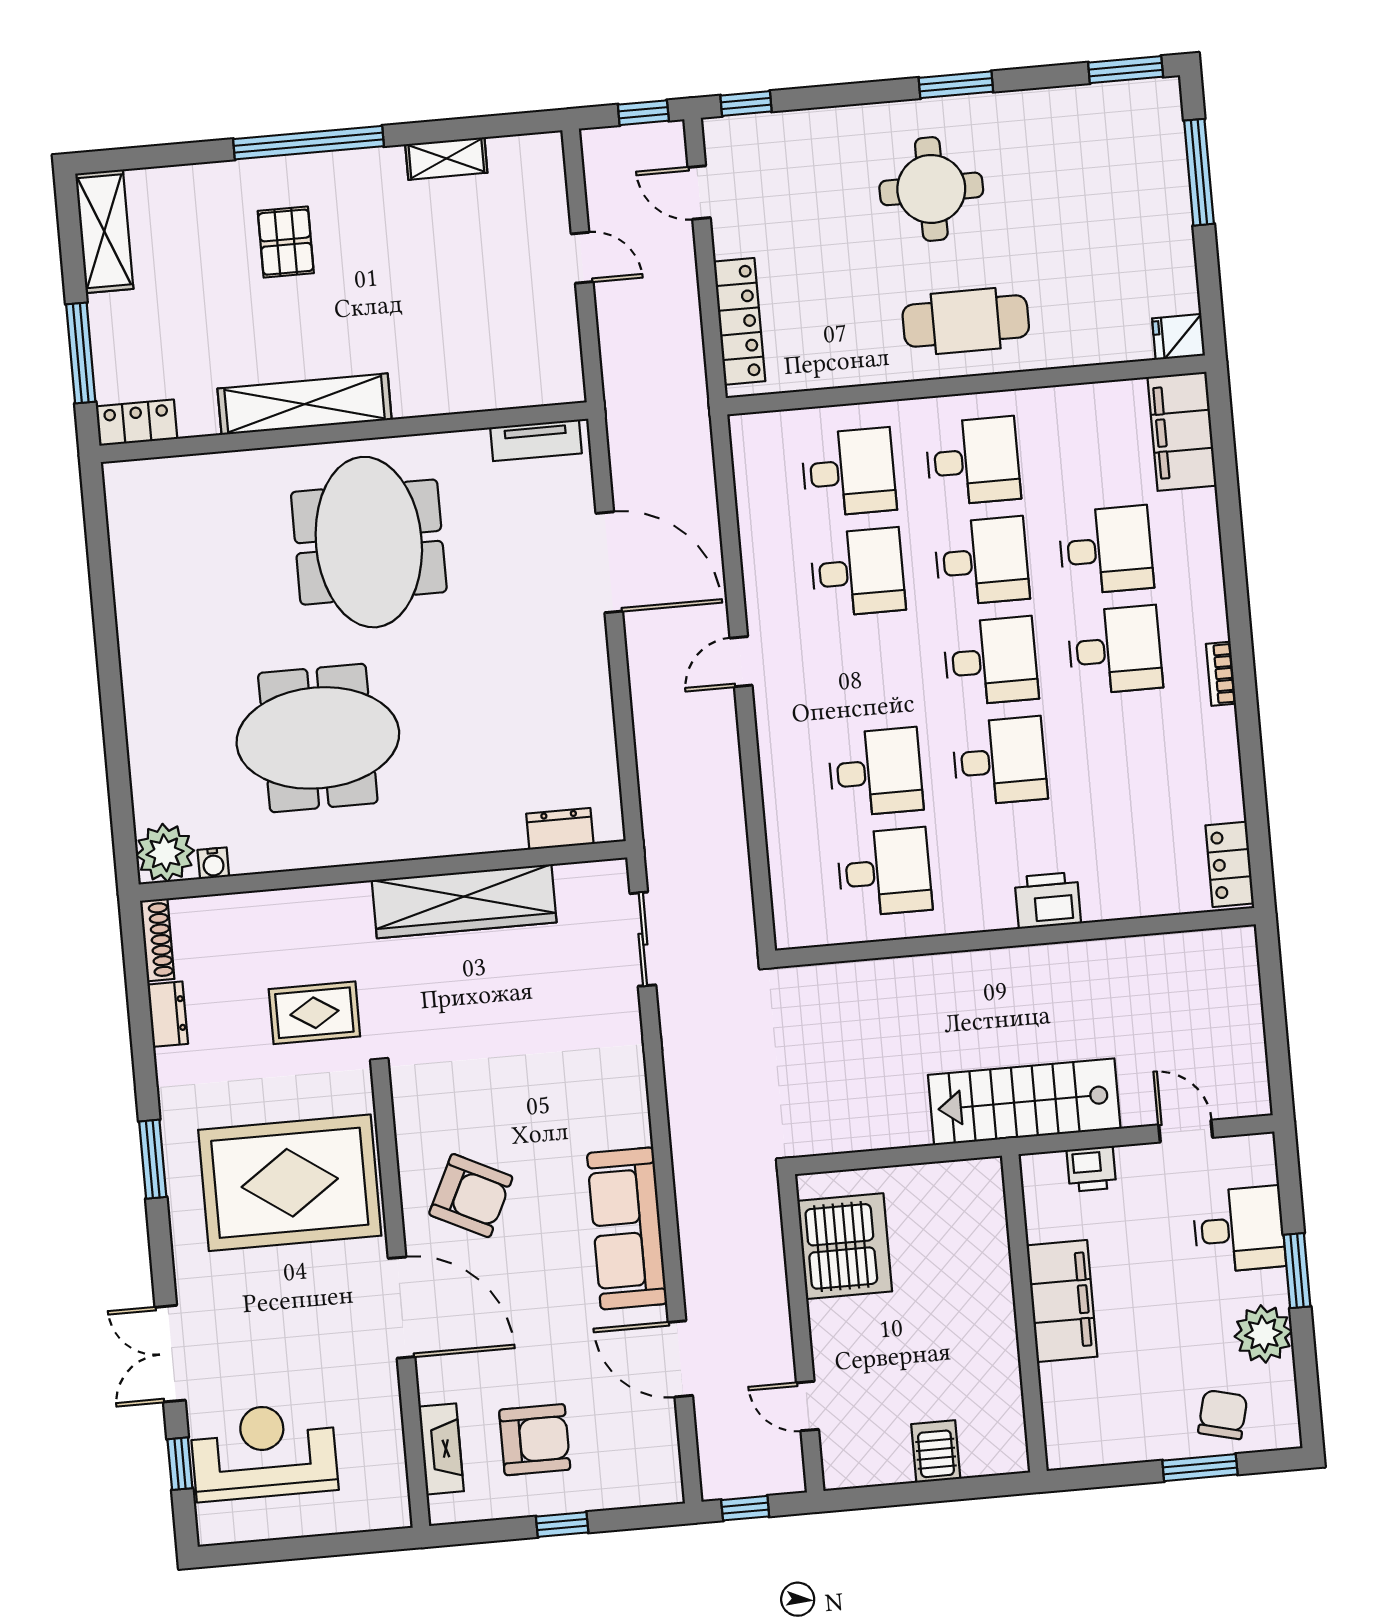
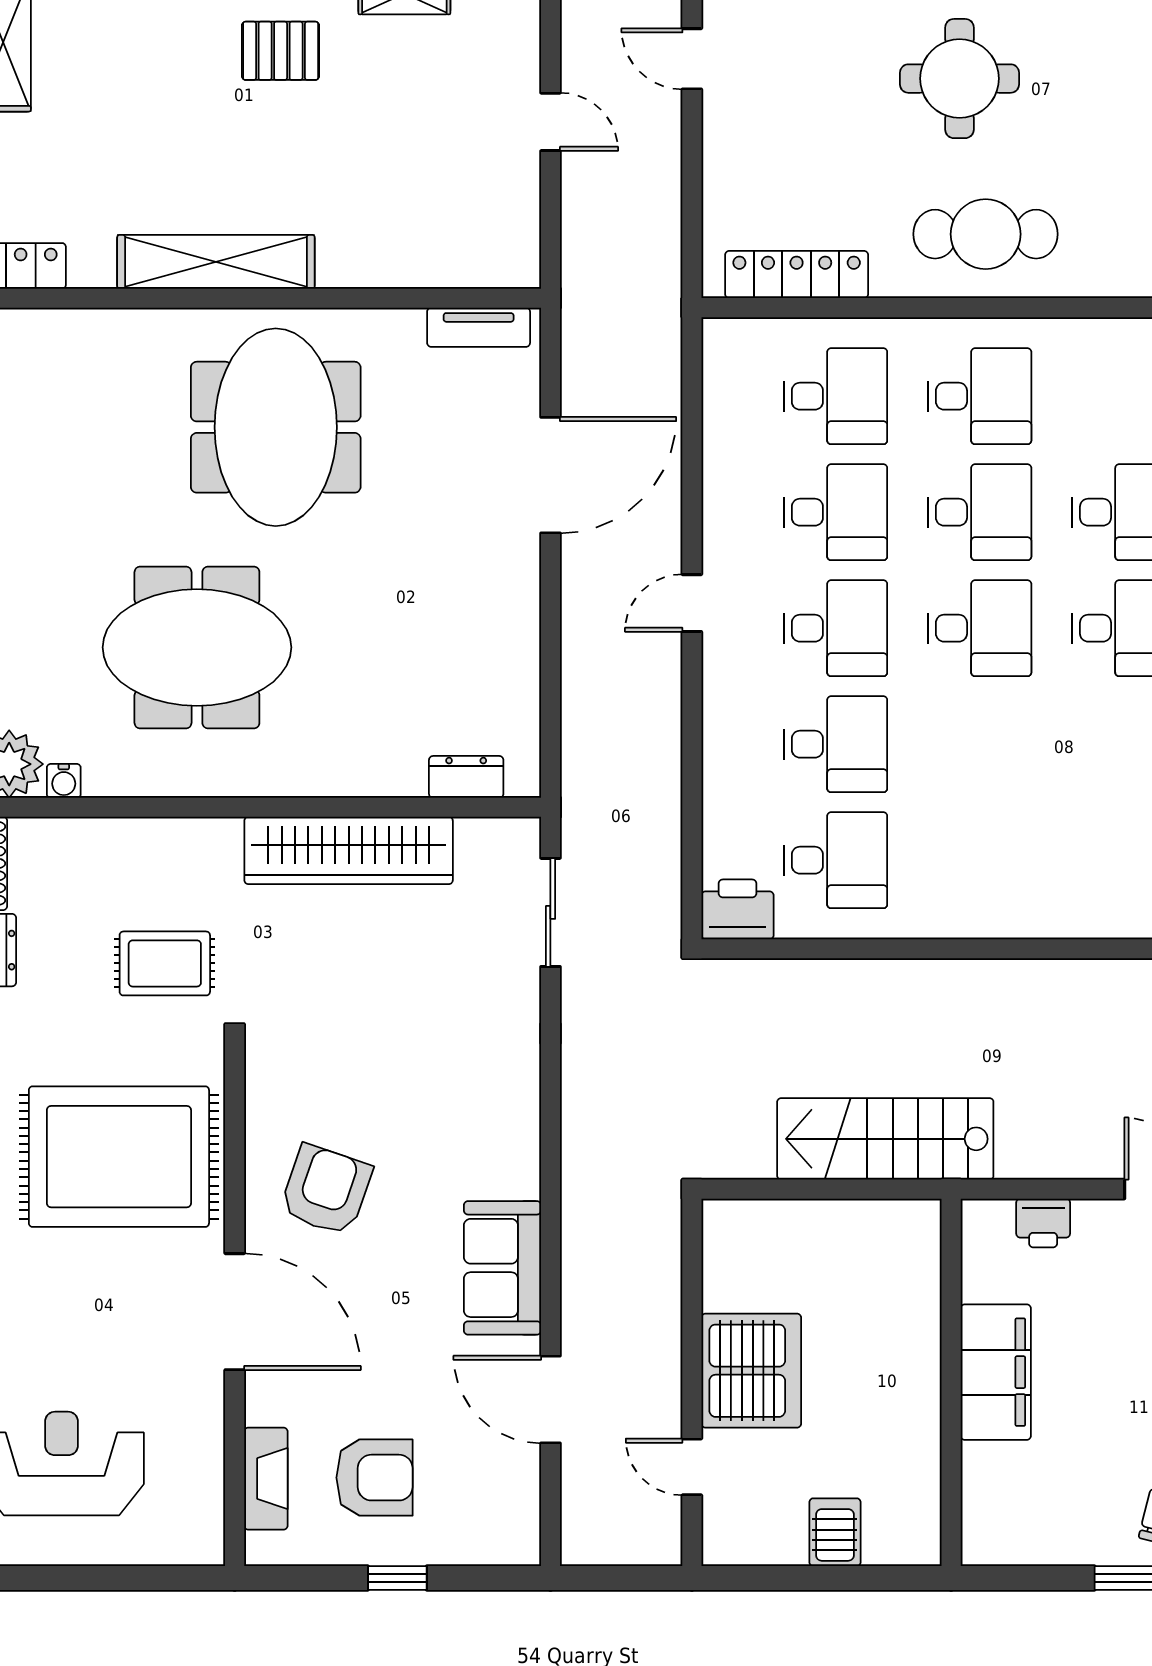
pallet: (286, 242) -> (281, 51), moved, turned 90
locker: (739, 321) -> (797, 275), moved, turned -90
door: (609, 562) -> (550, 475), hinge flipped
desk: (1000, 761) -> (835, 628), moved
printer: (1048, 900) -> (737, 909), moved
stairs: (1024, 1102) -> (885, 1139), moved
armchair: (471, 1196) -> (326, 1190), turned -97
sofa: (627, 1228) -> (502, 1268), width x0.73
server rack: (845, 1246) -> (751, 1371), moved
window: (745, 1508) -> (610, 1578), removed

